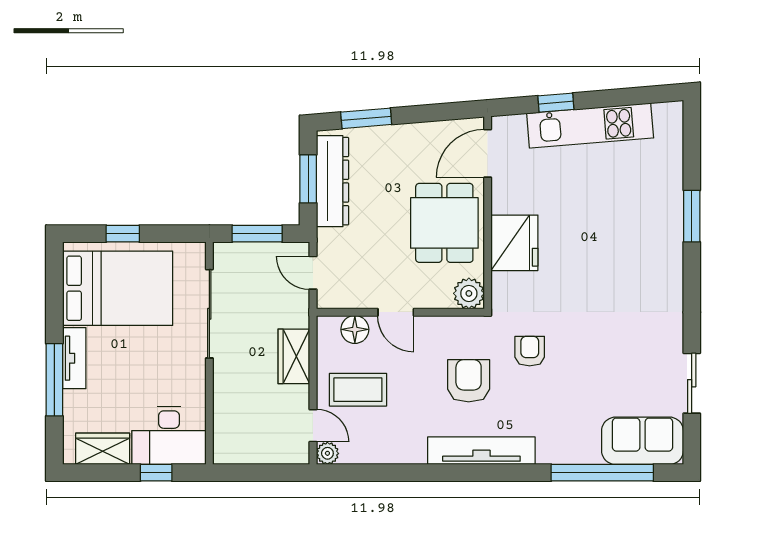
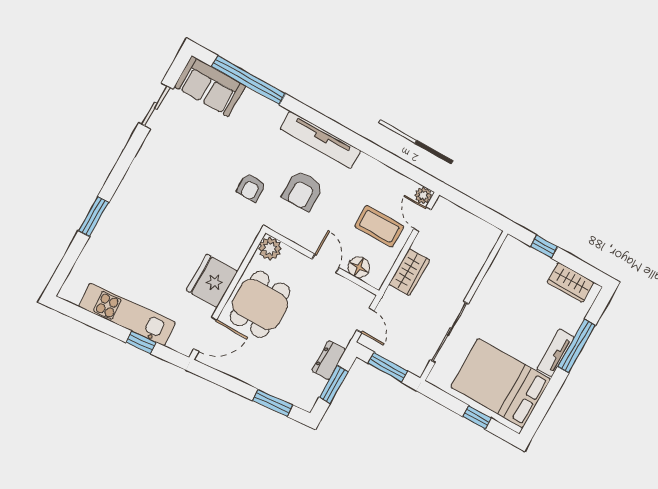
dresser: (333, 181) -> (329, 360), width x0.51, depth x0.80
fridge: (514, 243) -> (212, 281), moved
desk: (169, 435) -> (521, 267), removed

